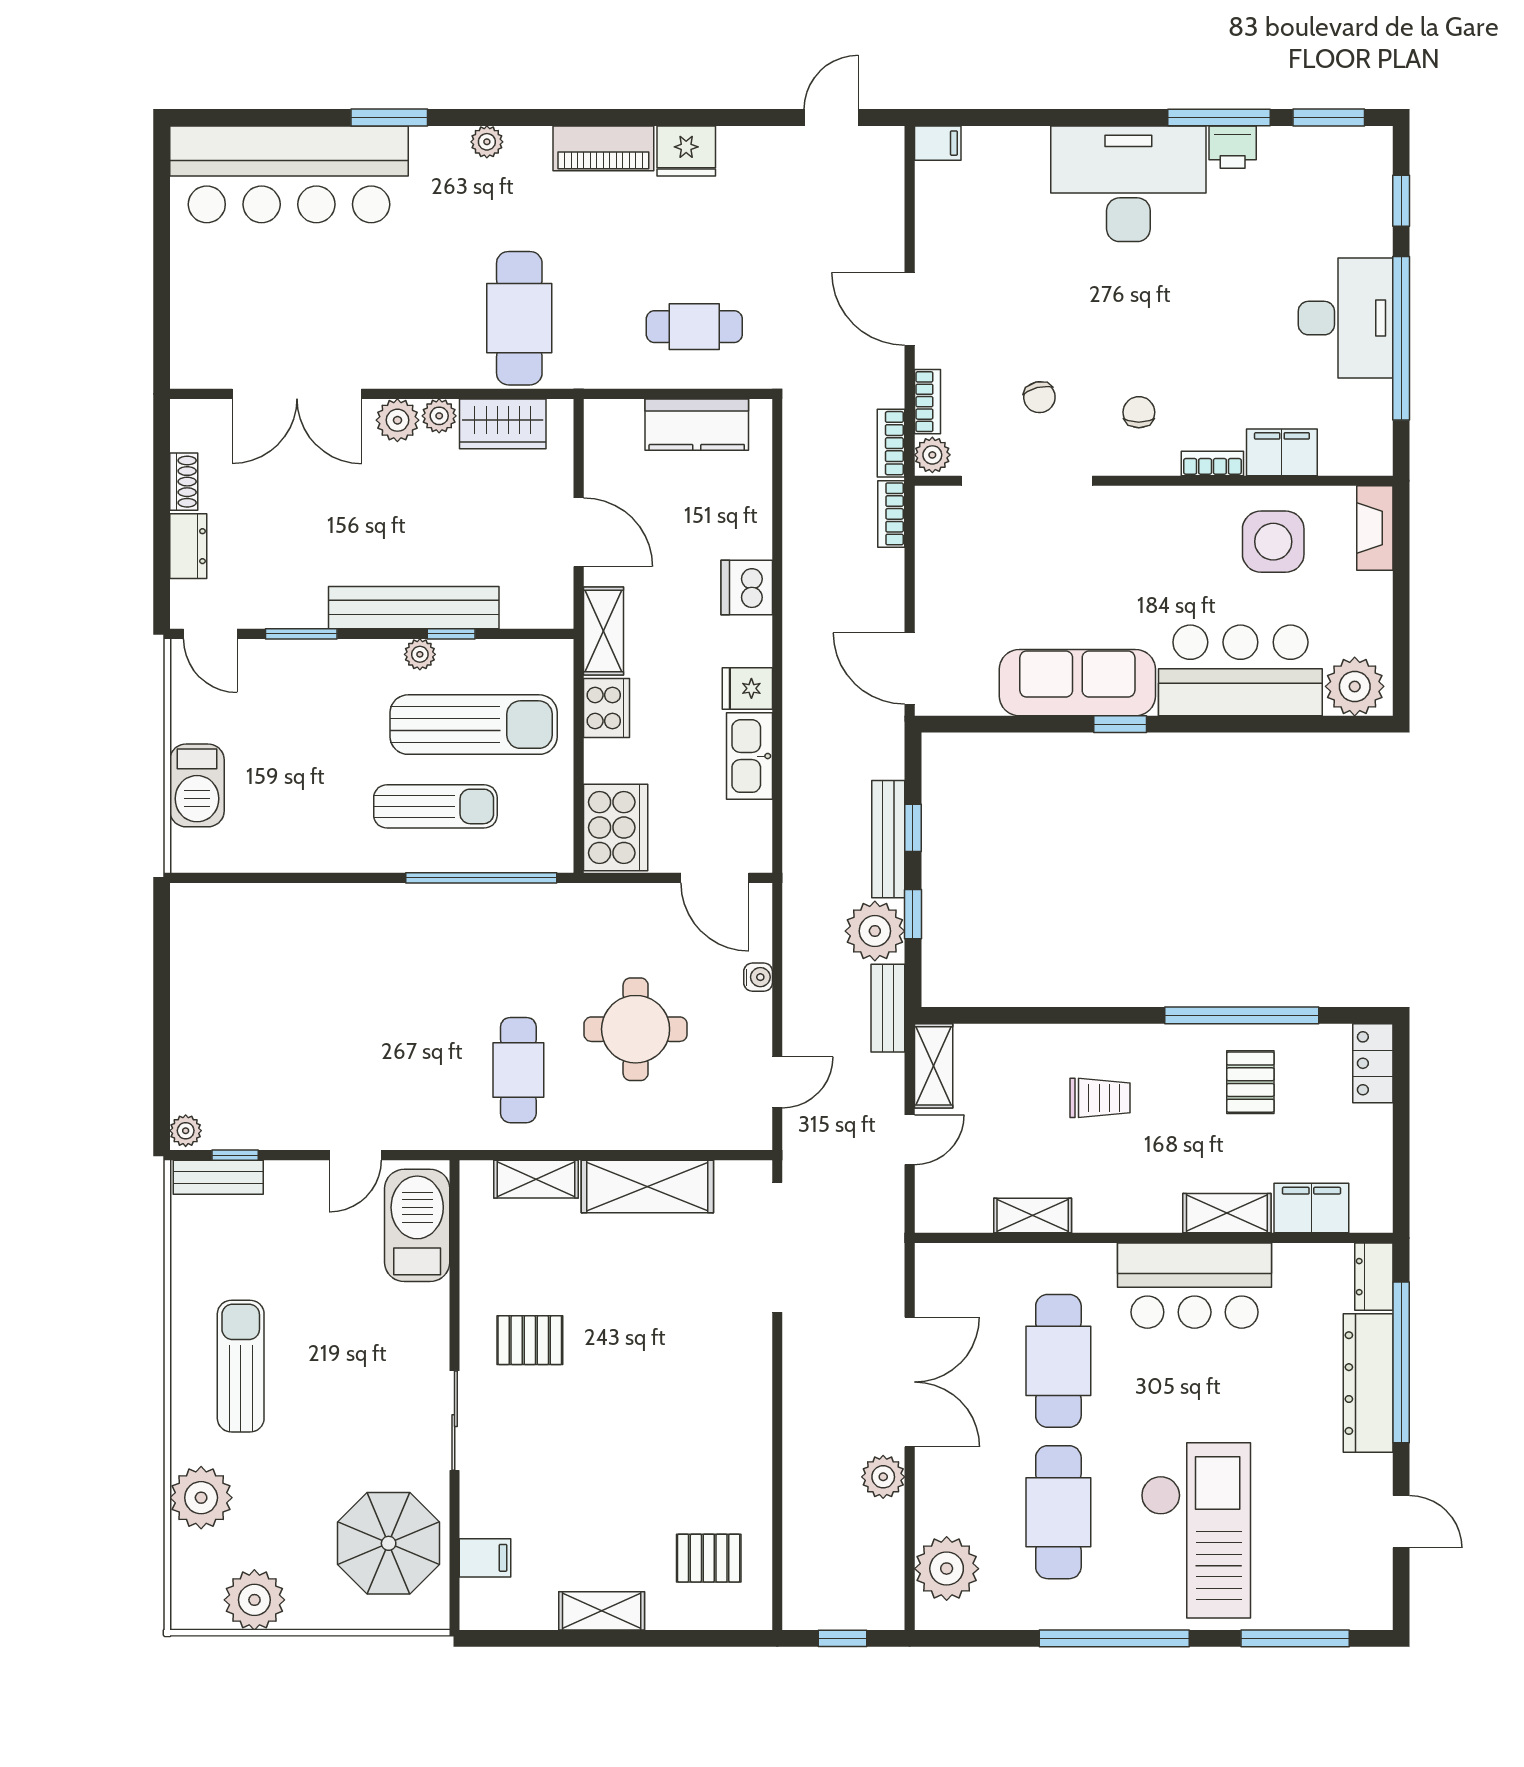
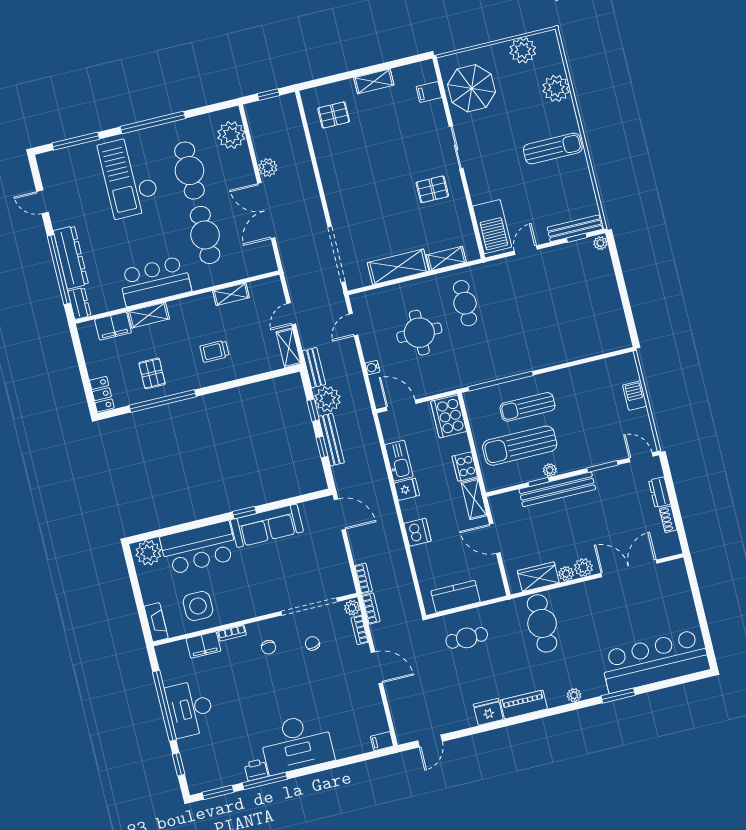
barbecue: (197, 785) -> (635, 396), width x0.73, depth x0.79
bench: (218, 1177) -> (575, 228), width x1.36
sun lounger: (241, 1366) -> (553, 149), turned -90

